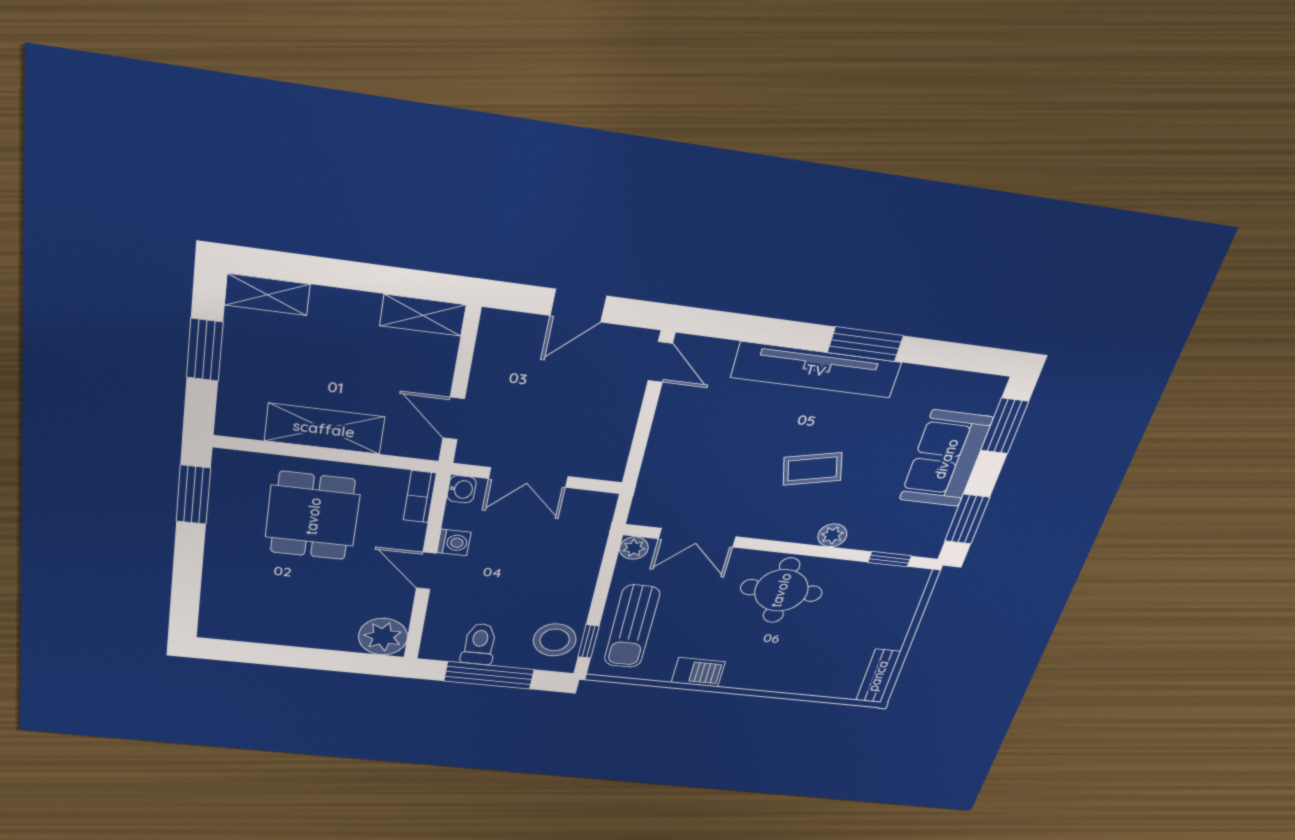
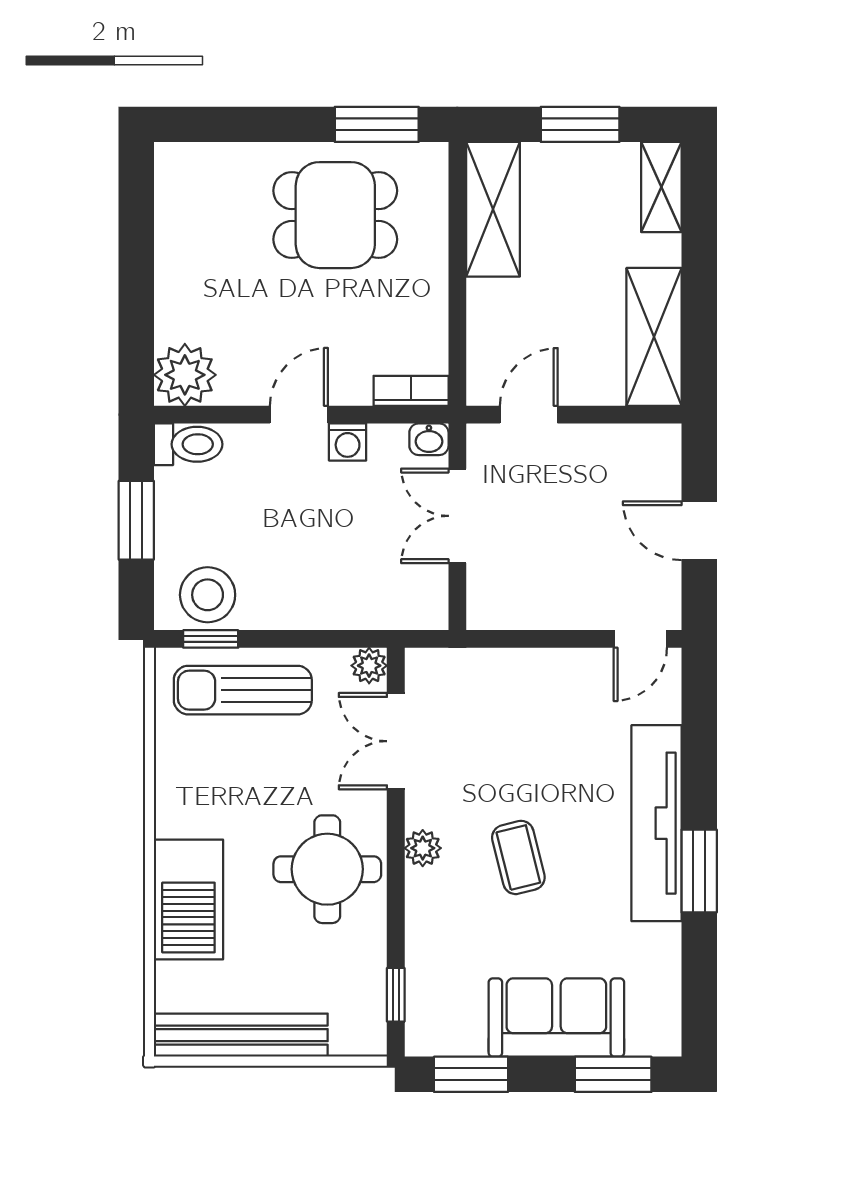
shelving: (423, 315) -> (654, 337), width x1.50, depth x1.33
shelving: (324, 429) -> (493, 209), moved
dining table: (313, 516) -> (335, 215), moved
plant: (832, 535) -> (423, 848), moved
toilet: (479, 644) -> (188, 444), moved
barbecue: (698, 672) -> (188, 900), moved, width x1.88, depth x1.53
window: (489, 675) -> (136, 520), width x0.69
bench: (878, 676) -> (241, 1035), width x1.86, depth x1.21

